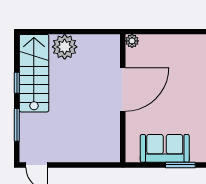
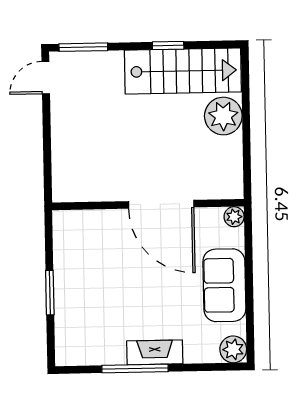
window: (17, 125) -> (83, 47), moved
sofa: (165, 148) -> (224, 285), moved, turned 180

